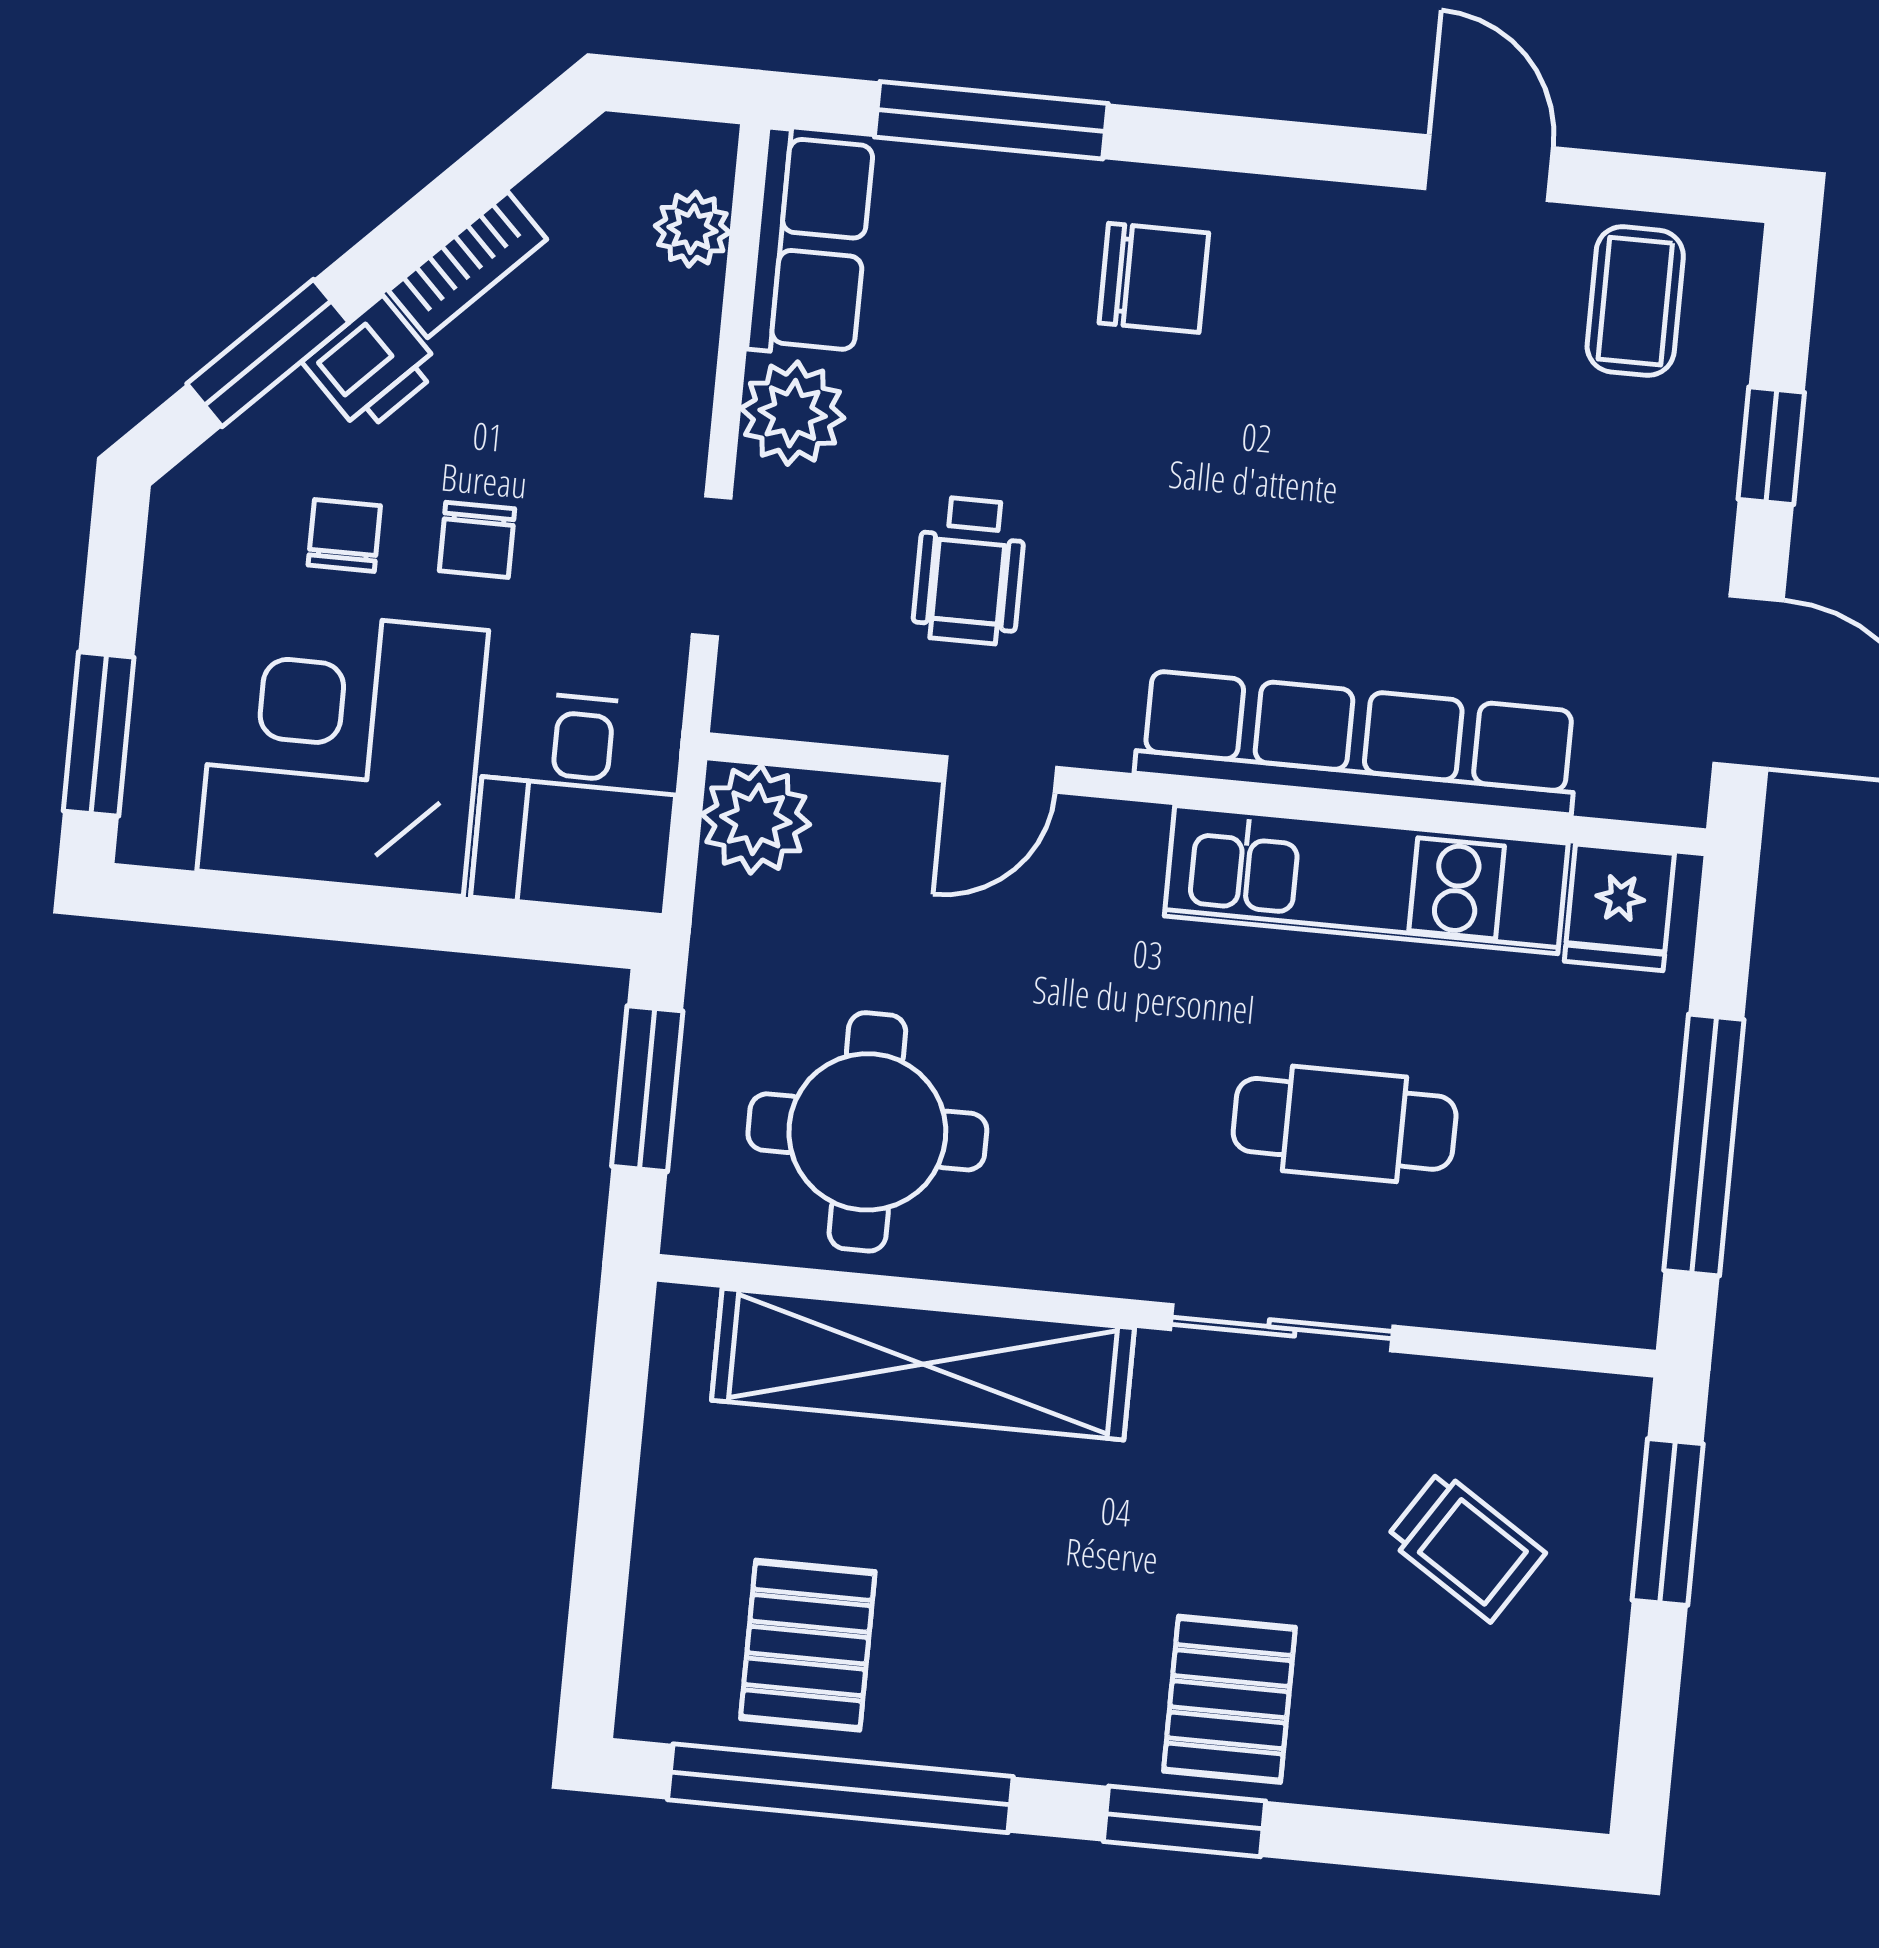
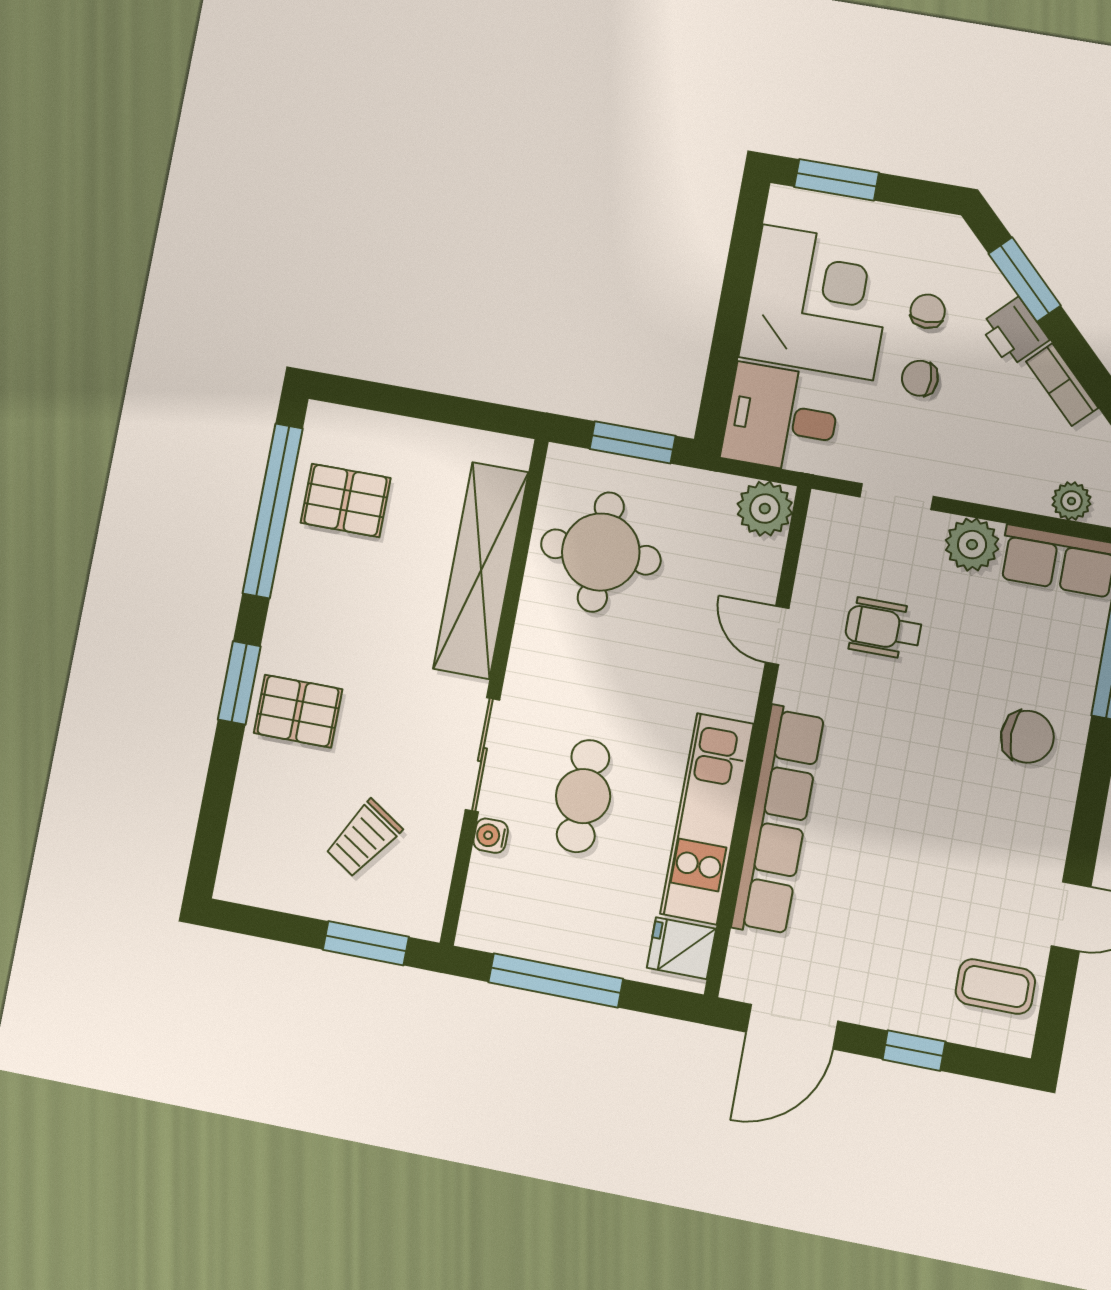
chair: (1154, 278) -> (1027, 737), turned -90
chair: (344, 535) -> (928, 311), turned -90
water cooler: (1437, 1297) -> (491, 836), added

